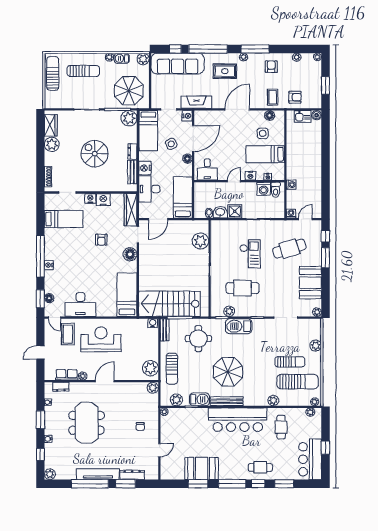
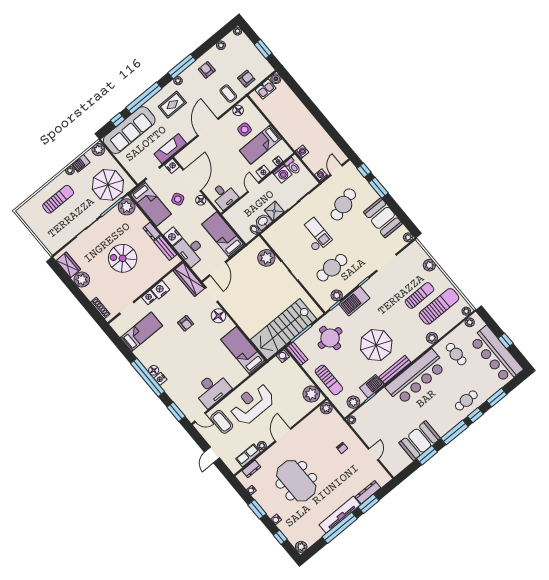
sun lounger: (53, 74) -> (35, 222), removed
floor lamp: (49, 298) -> (154, 370), moved
bar counter: (310, 459) -> (496, 355), width x1.36

